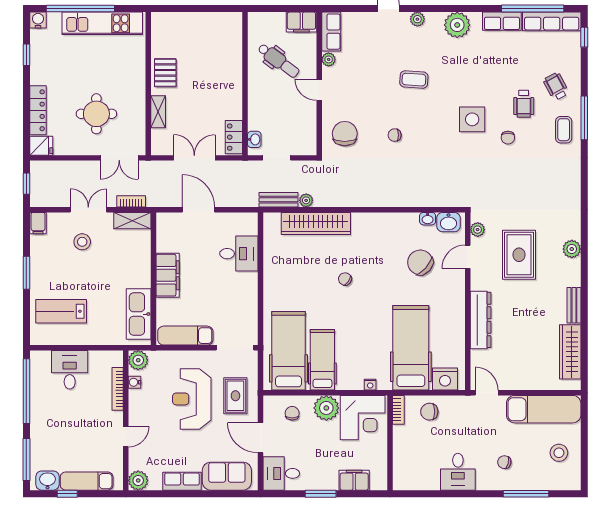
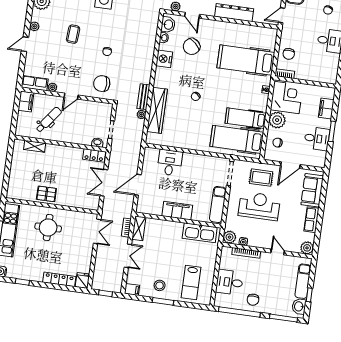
shelving: (158, 112) -> (35, 146), moved
round table: (96, 114) -> (48, 227), moved
bench: (279, 200) -> (143, 97), moved
double door: (88, 210) -> (128, 256), swing flipped
stool: (82, 242) -> (160, 285), moved
nightstand: (445, 379) -> (164, 59), moved, turned 180
reception desk: (192, 399) -> (259, 206), turned 180
chair: (48, 409) -> (253, 300), added
desk: (281, 473) -> (317, 139), moved, turned -90

